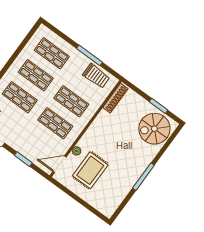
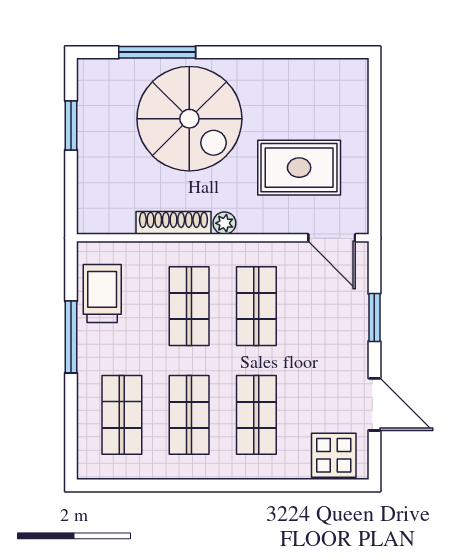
shoe rack: (115, 98) -> (173, 223), moved
spiral stairs: (154, 129) -> (189, 119), moved, width x1.37, depth x1.37
plant: (77, 151) -> (224, 223), moved
window: (143, 177) -> (157, 52), moved

